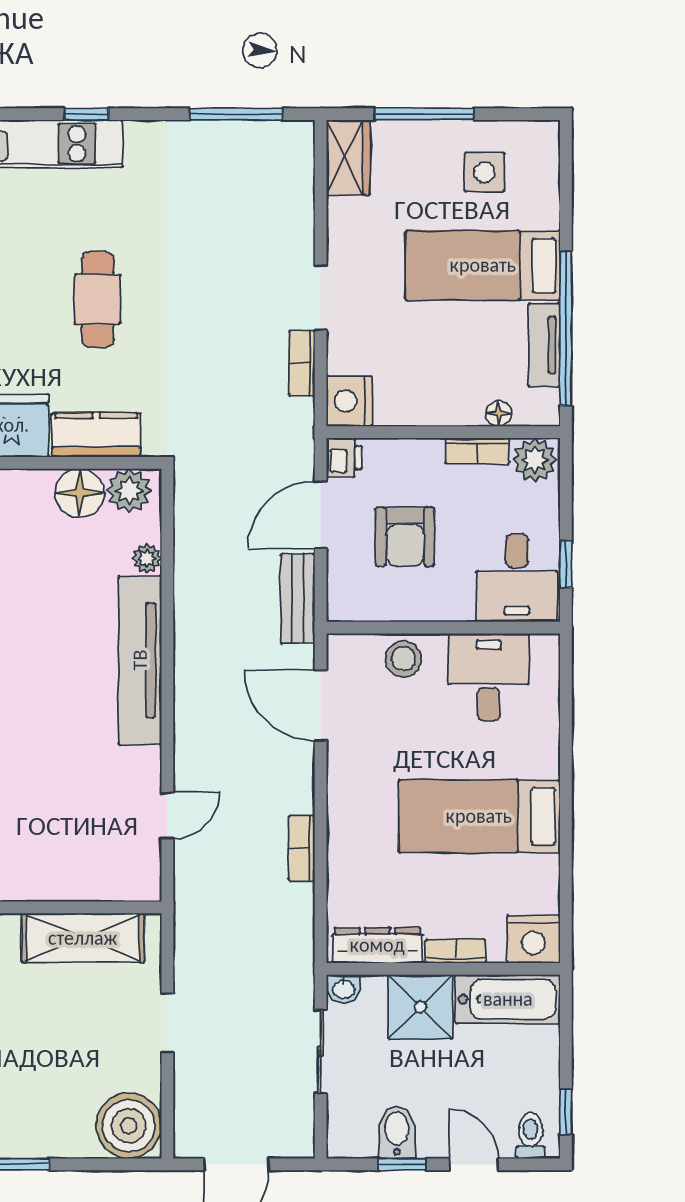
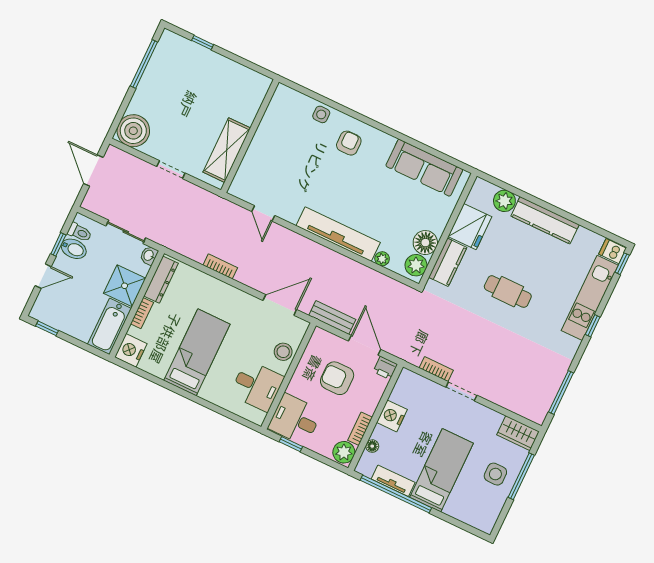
side table: (484, 172) -> (495, 474), moved
nightstand: (349, 401) -> (392, 416), moved, turned -90
toilet: (531, 1136) -> (80, 232), moved

